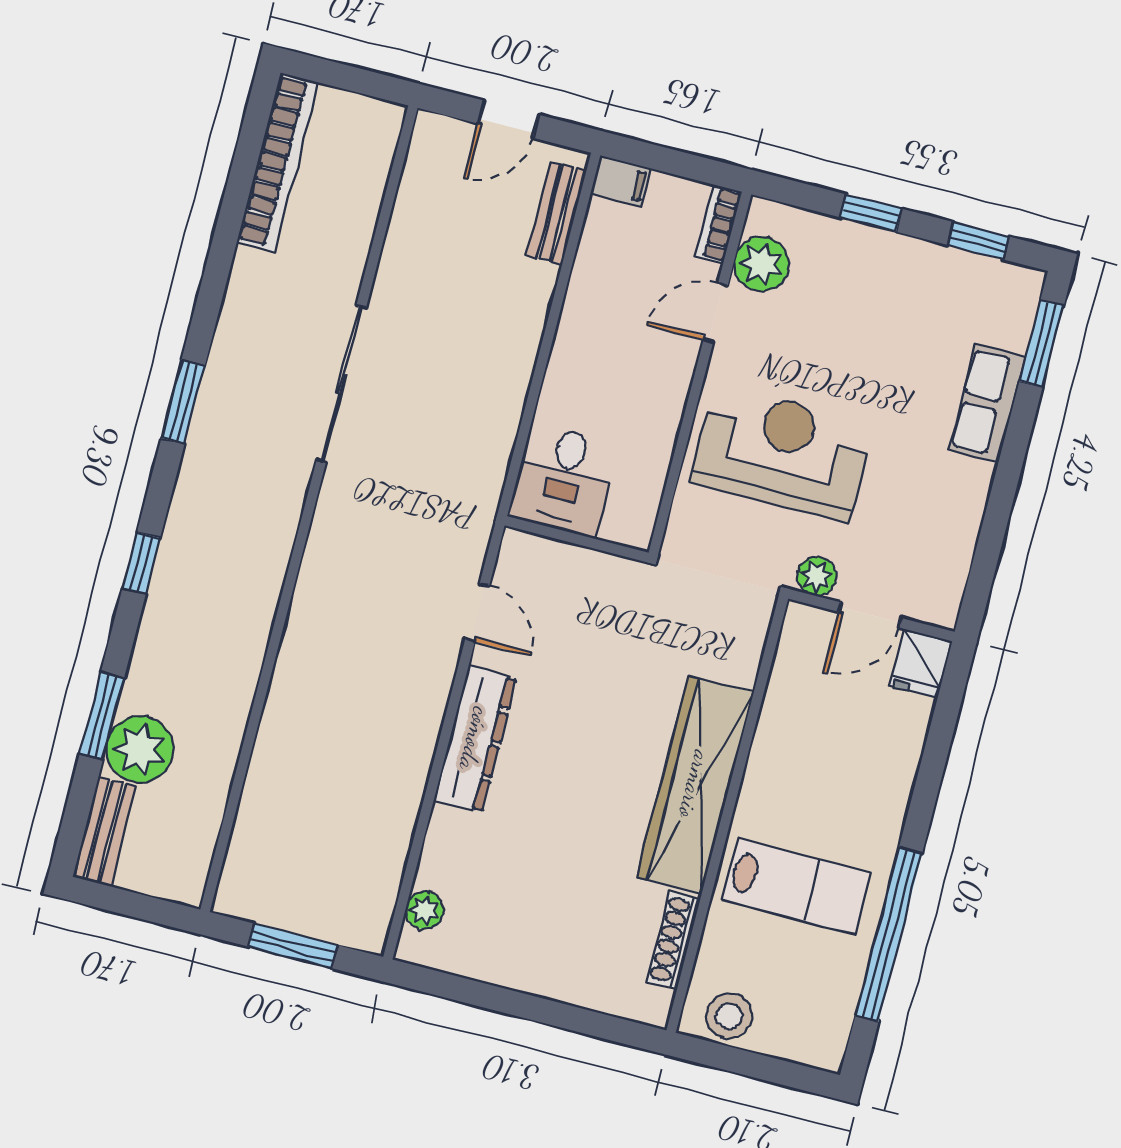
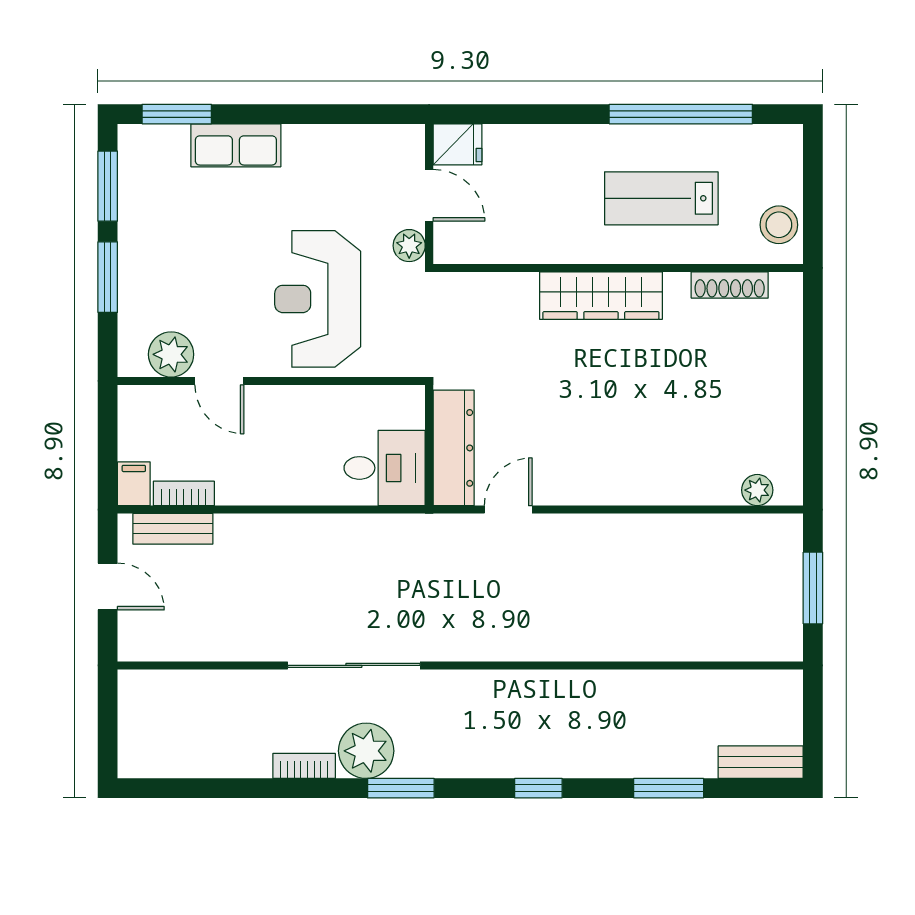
bookcase: (278, 162) -> (304, 766), moved, width x0.43, depth x0.76
window: (871, 213) -> (108, 277), width x1.50
bookcase: (718, 224) -> (184, 493), moved, turned 180
window: (978, 241) -> (108, 186), width x1.50
dresser: (475, 739) -> (454, 448), moved, turned 90
plant: (140, 749) -> (366, 751), moved
wardrobe: (695, 785) -> (601, 296), width x0.71, depth x0.85
lab bench: (796, 886) -> (661, 198), turned -90

